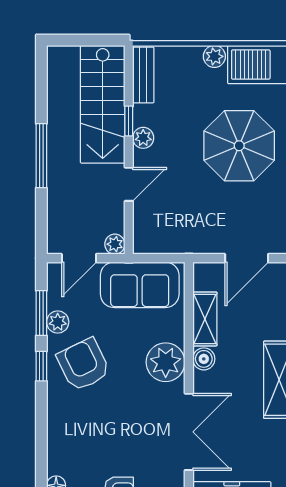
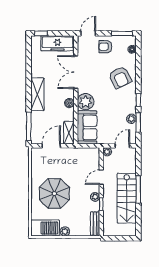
stairs: (103, 104) -> (127, 198), moved, turned 180
sofa: (140, 285) -> (87, 127), moved, turned 90
shelving: (205, 319) -> (69, 133), moved
armchair: (83, 364) -> (120, 77), moved

